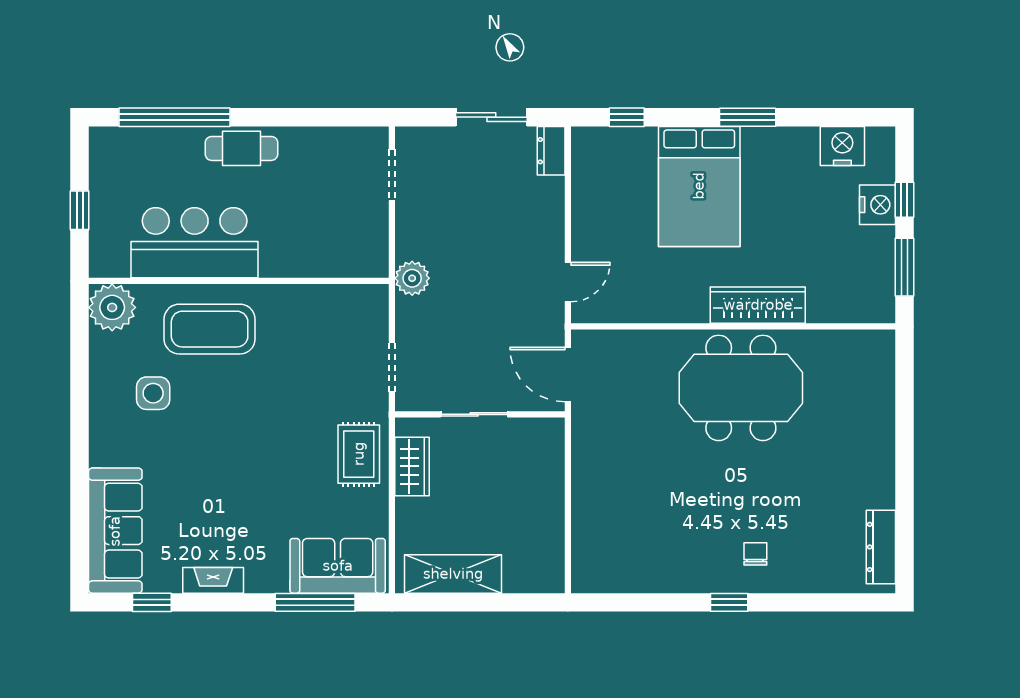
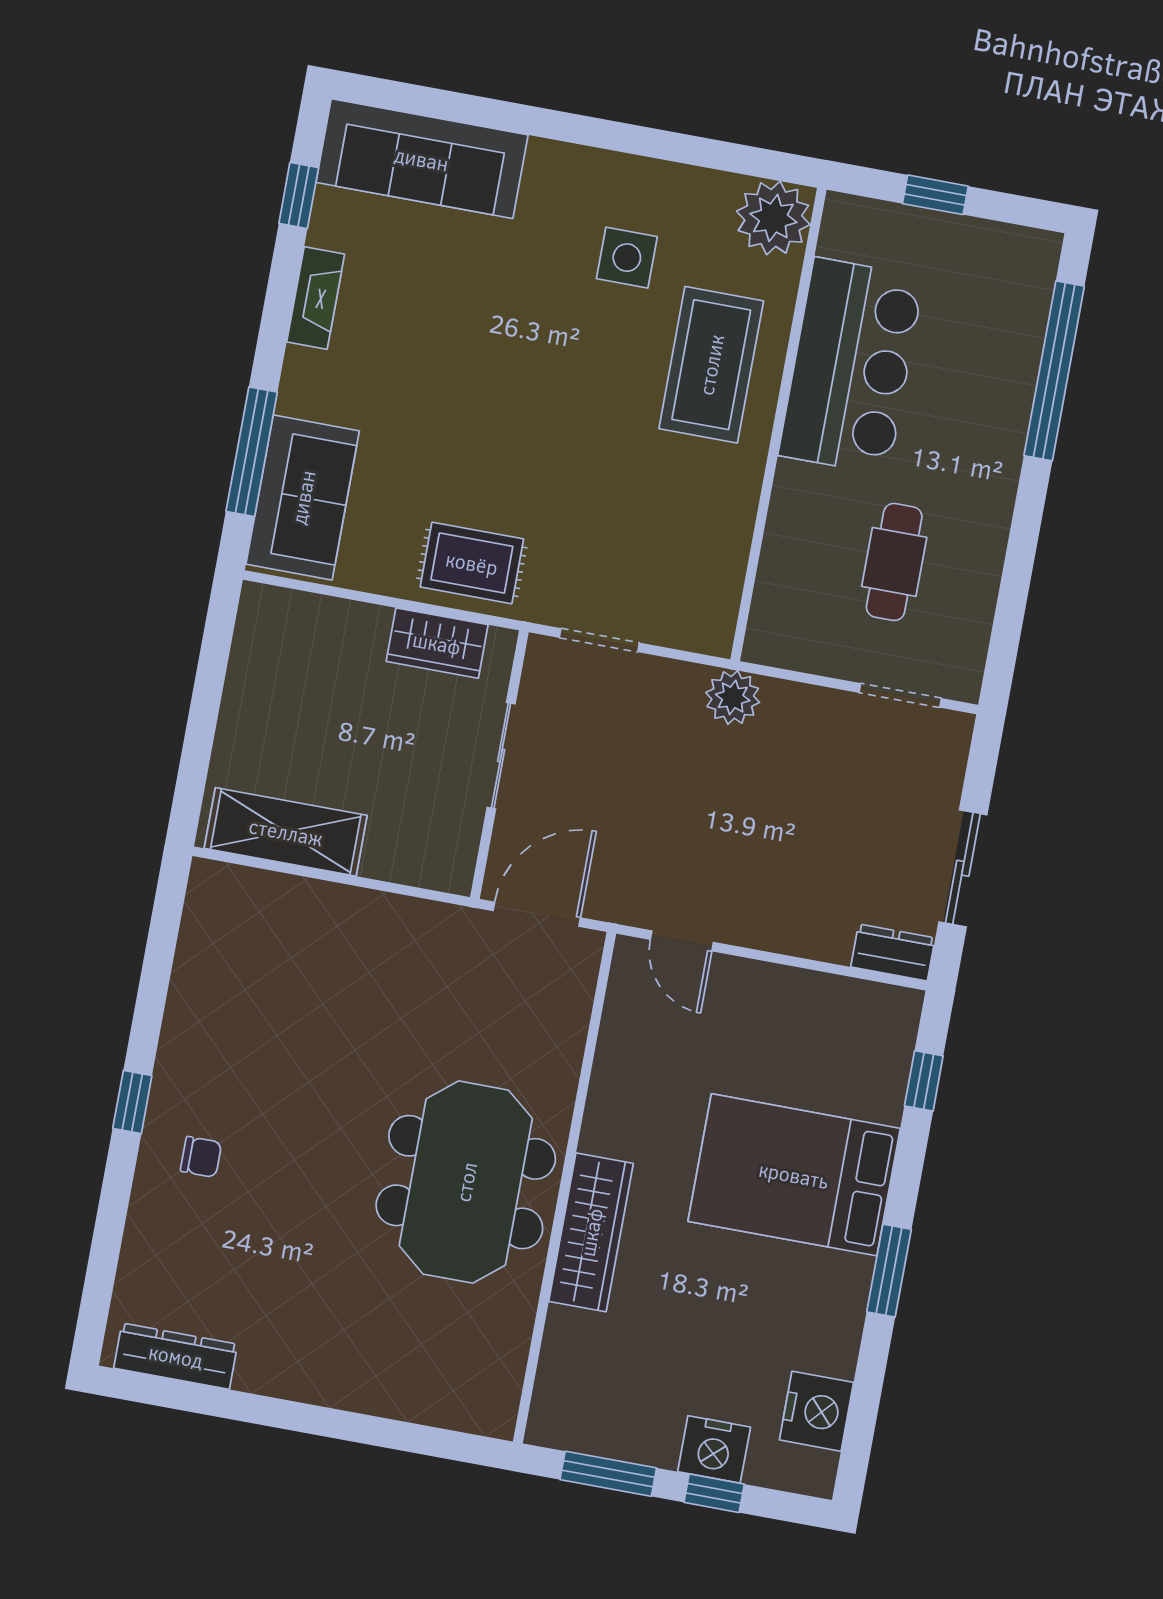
cafe table: (241, 148) -> (894, 562), moved
shelving: (453, 574) -> (286, 832), moved, turned 90

